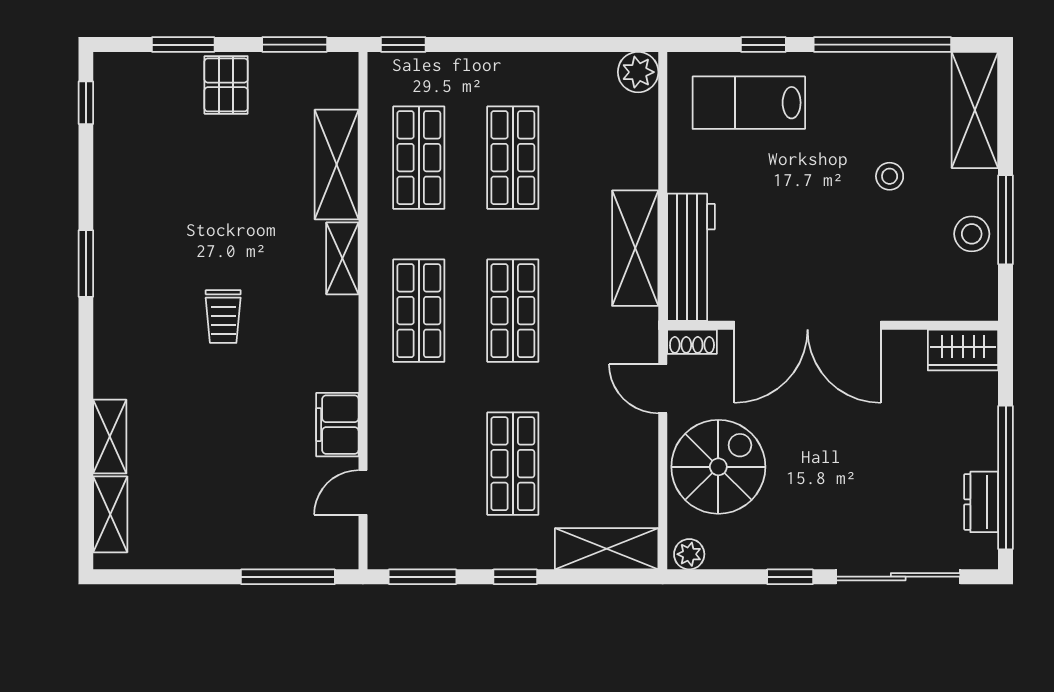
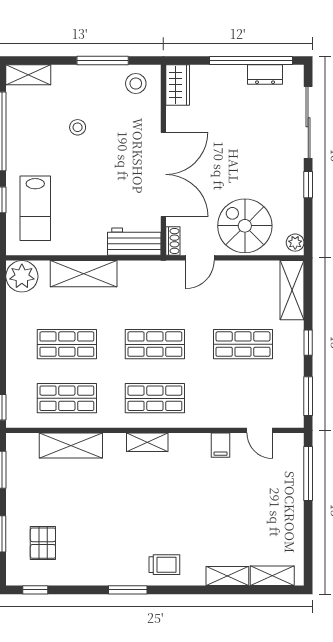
plant: (638, 72) -> (22, 276), width x1.36, depth x1.36
pallet: (226, 85) -> (43, 543), moved, turned 90
shelving: (975, 110) -> (28, 75), width x0.67, depth x0.75
stool: (972, 234) -> (136, 83), moved
shelving: (635, 248) -> (84, 274), moved
workbench: (691, 257) -> (134, 242), width x0.73
shelving: (342, 258) -> (147, 442), moved
trolley: (223, 317) -> (164, 565), moved
filing cabinet: (337, 425) -> (221, 445), width x0.50

